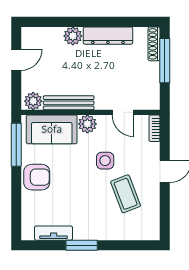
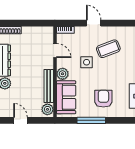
window: (165, 61) -> (21, 23), removed
door: (123, 112) -> (55, 50), hinge flipped
window: (16, 145) -> (91, 120), moved
armchair: (37, 177) -> (103, 99), moved

